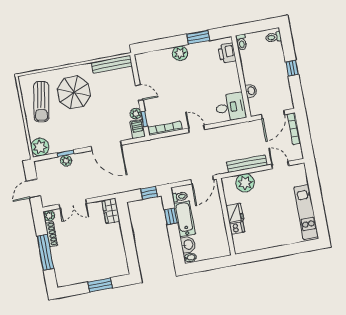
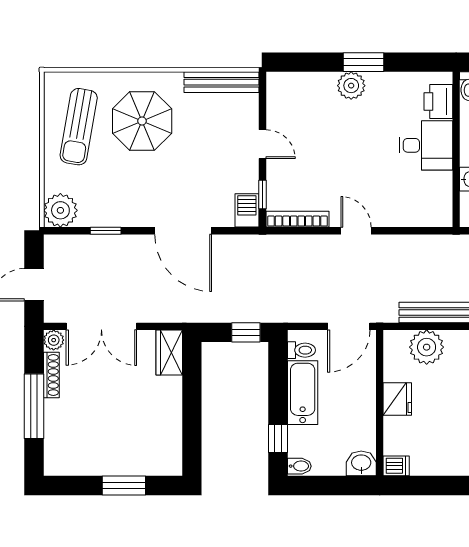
window: (198, 37) -> (363, 62), moved
desk: (230, 107) -> (426, 145), moved
plant: (136, 114) -> (249, 182), removed
plant: (66, 161) -> (104, 244), removed
double door: (73, 204) -> (101, 326), width x1.37
window: (171, 216) -> (278, 438), moved
dishwasher: (237, 228) -> (396, 466), moved
washbasin: (188, 245) -> (361, 463), moved, turned -90

